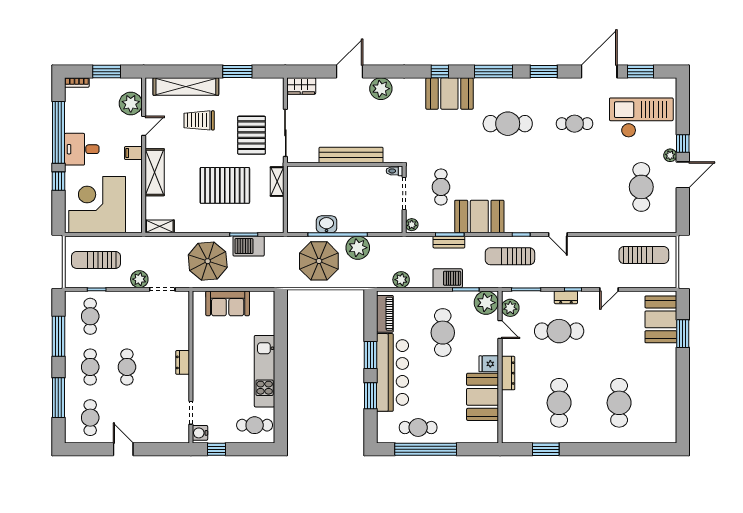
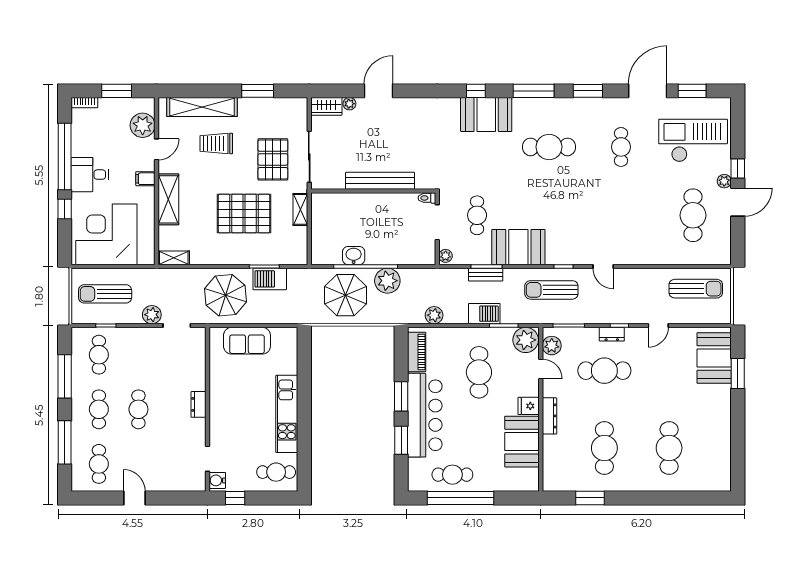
plant: (381, 89) -> (349, 104), moved, width x0.53, depth x0.53
cafe table: (574, 124) -> (621, 147), turned 90

